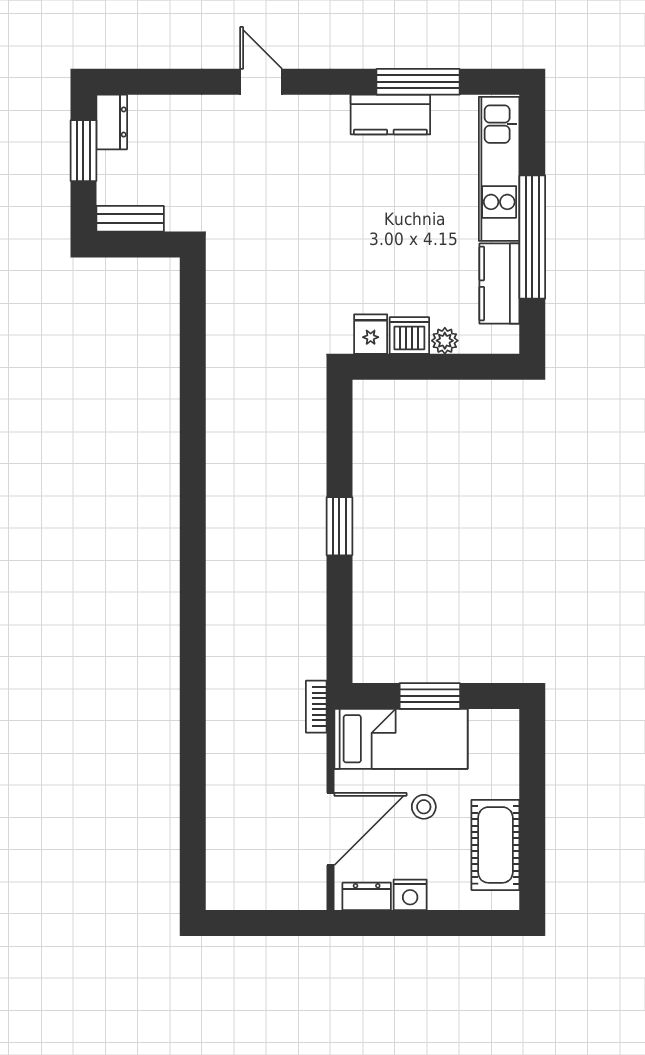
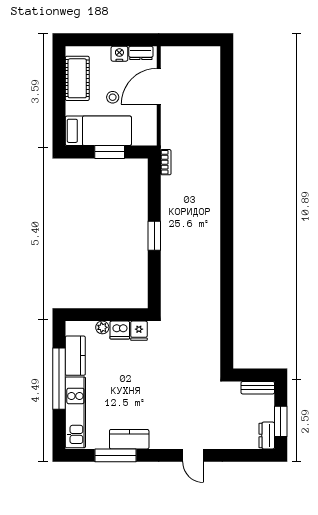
bookcase: (316, 707) -> (166, 162), moved
bed: (401, 739) -> (98, 131), moved, turned 180

